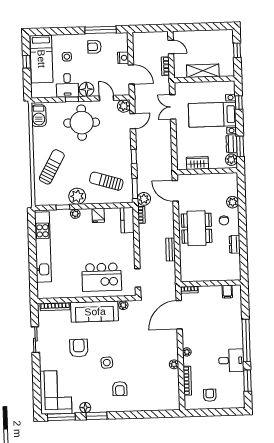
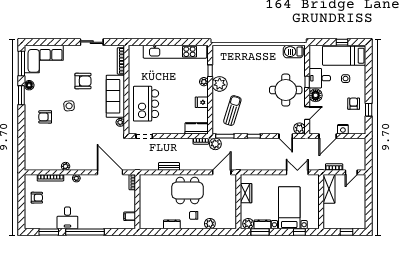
window: (101, 30) -> (369, 110), width x0.46
shelving: (203, 71) -> (329, 189), moved
sun lounger: (52, 167) -> (247, 62), removed

